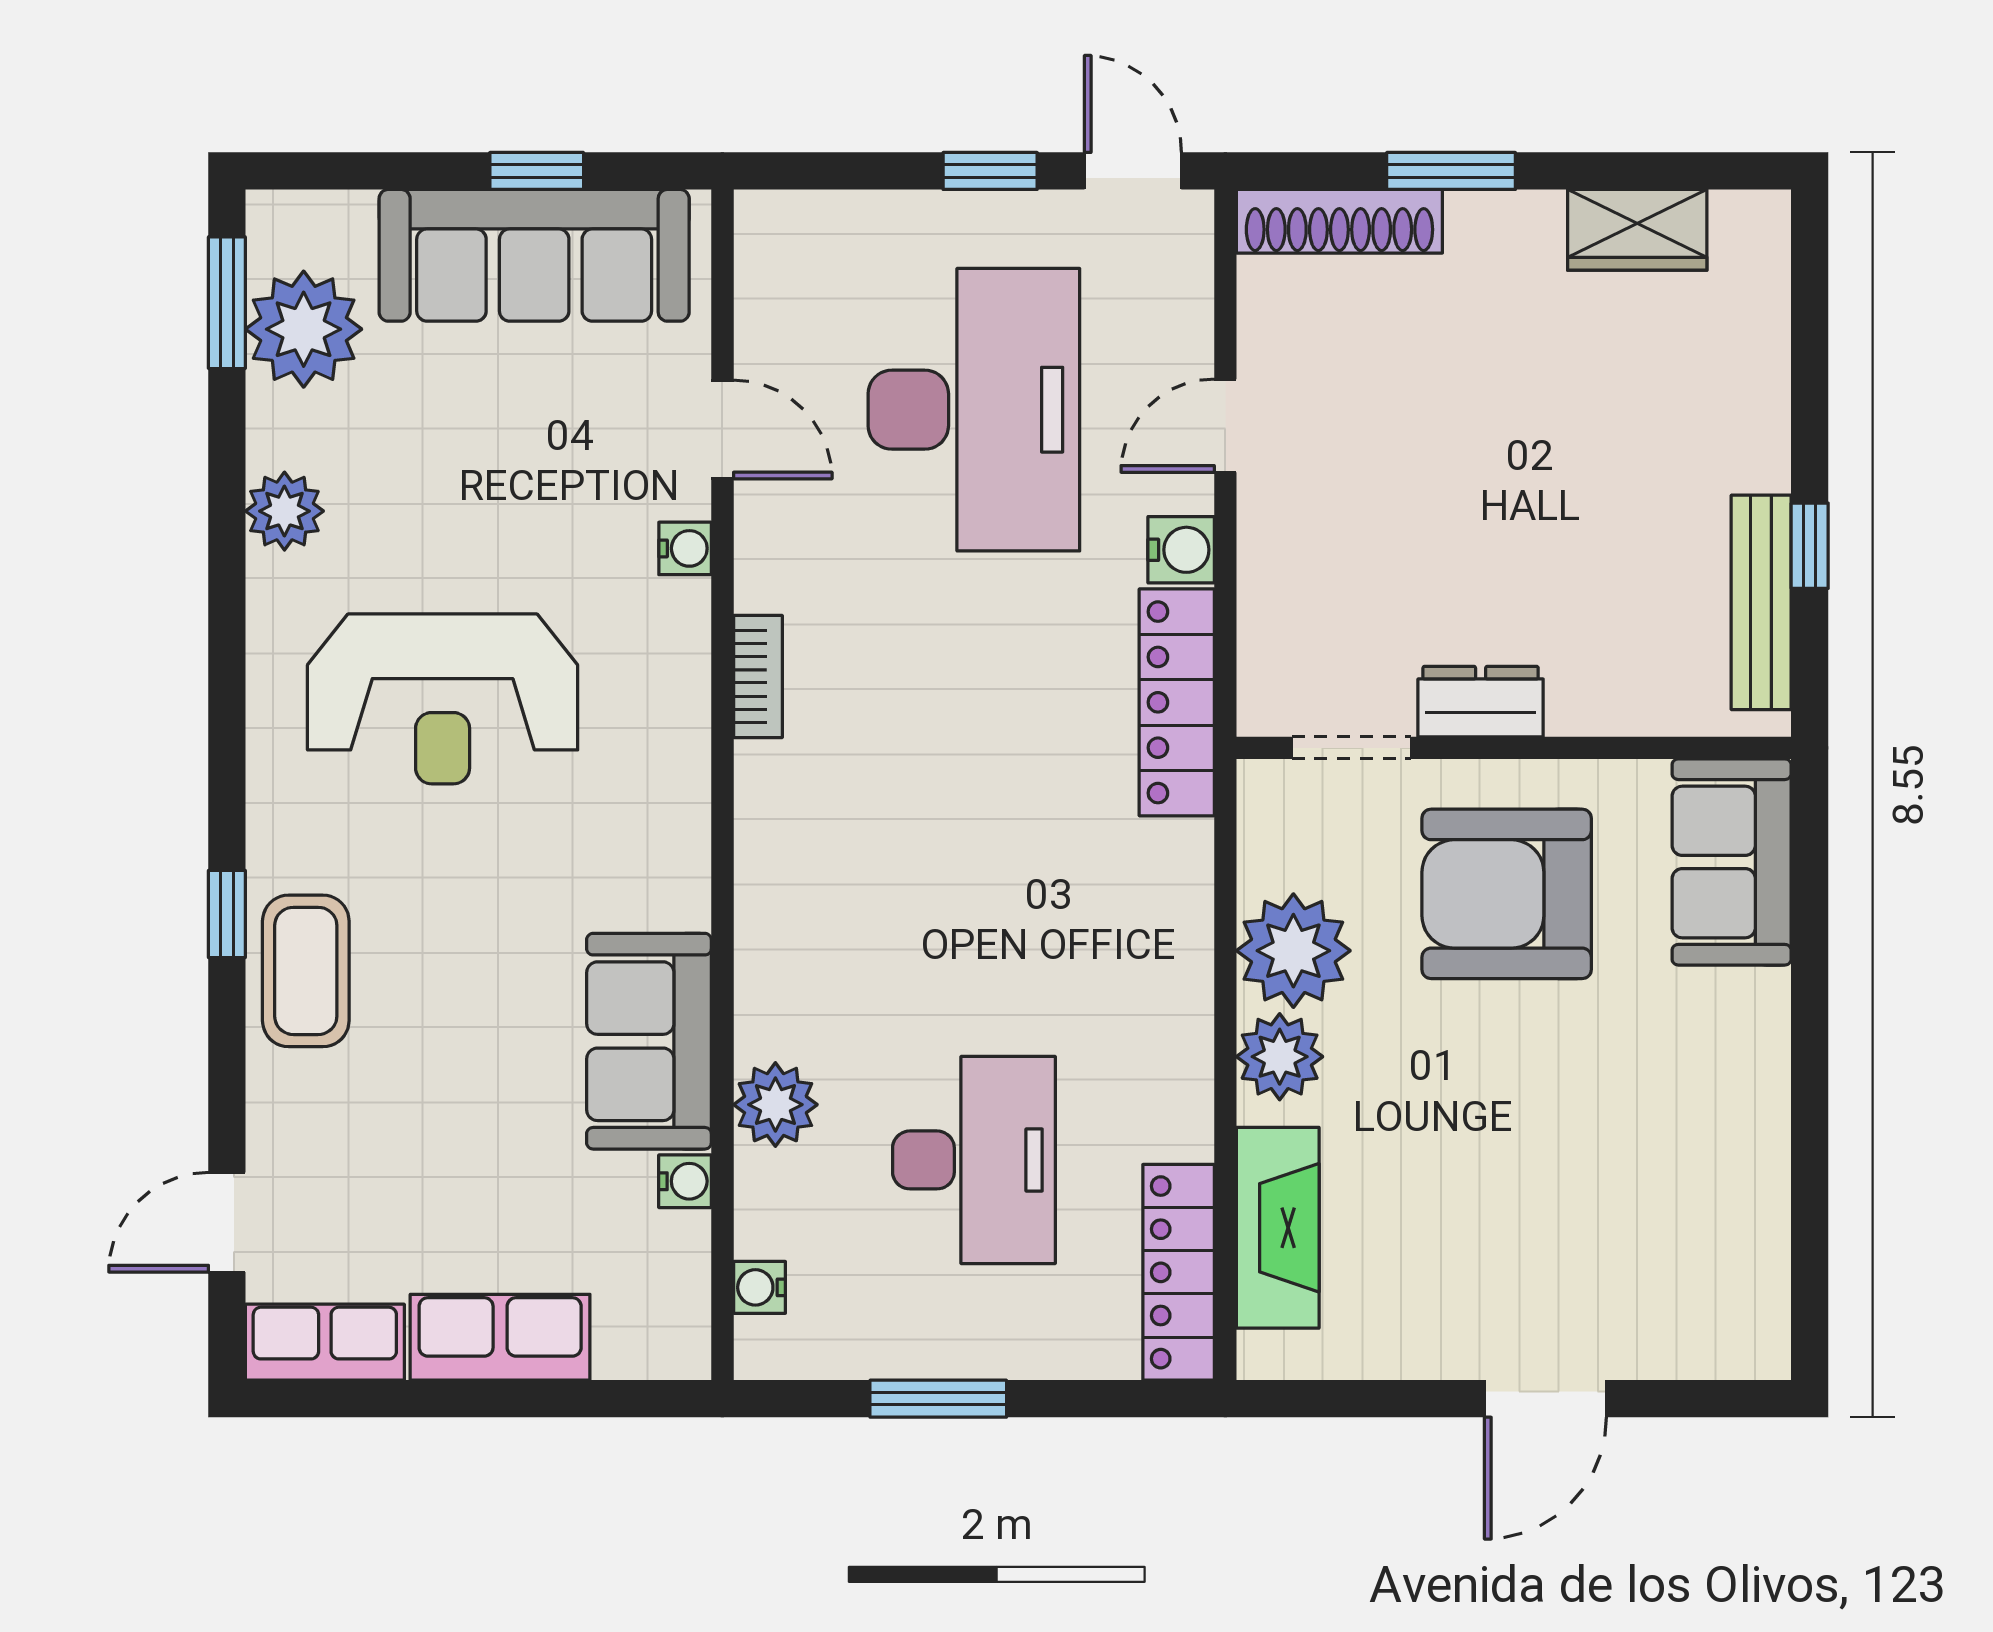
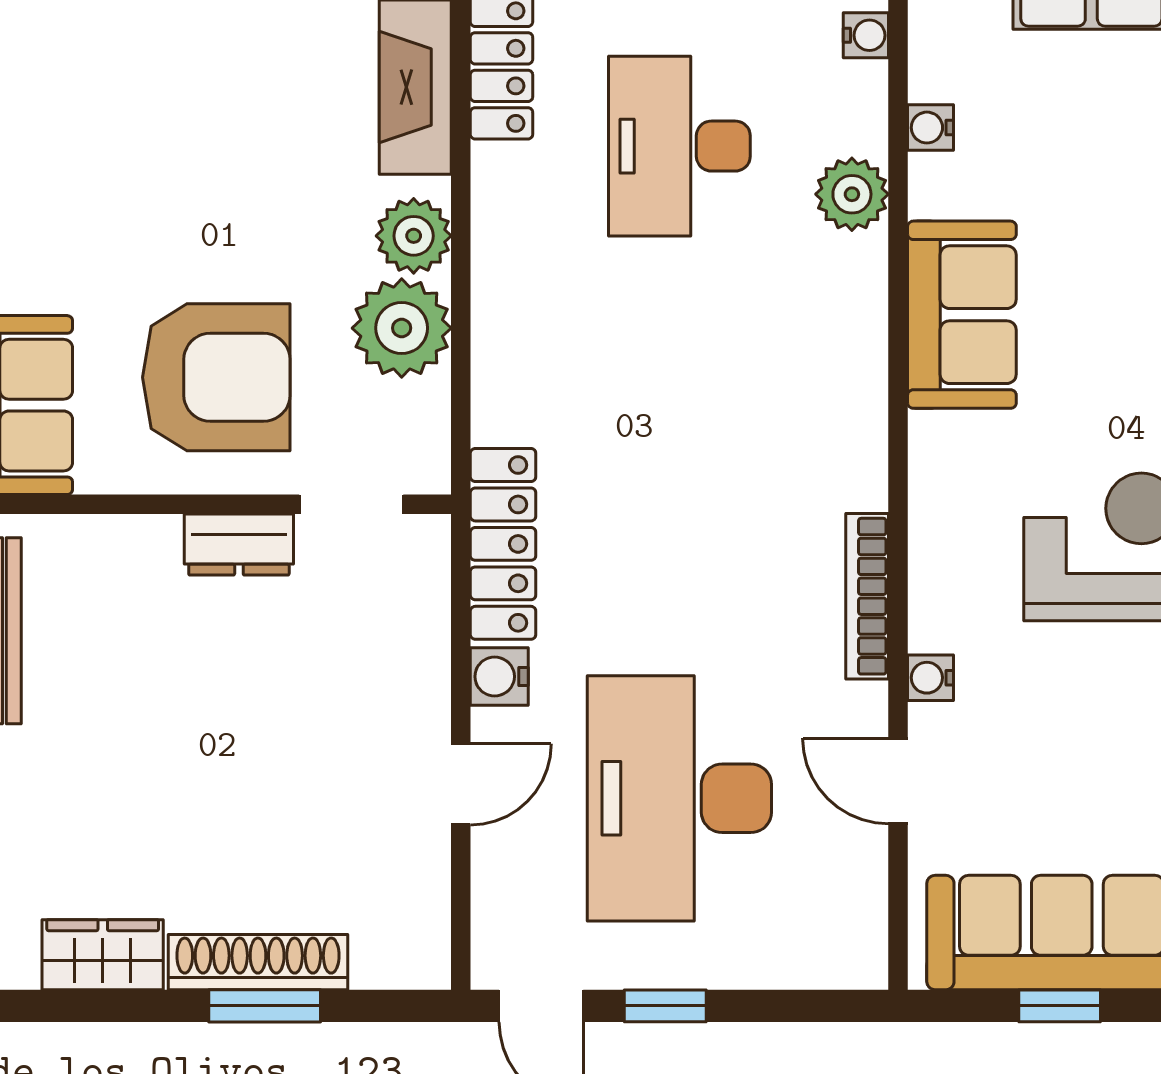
shoe rack: (1339, 221) -> (258, 962), moved
bookcase: (758, 676) -> (867, 596), width x1.56
sofa: (649, 1041) -> (962, 315), moved

